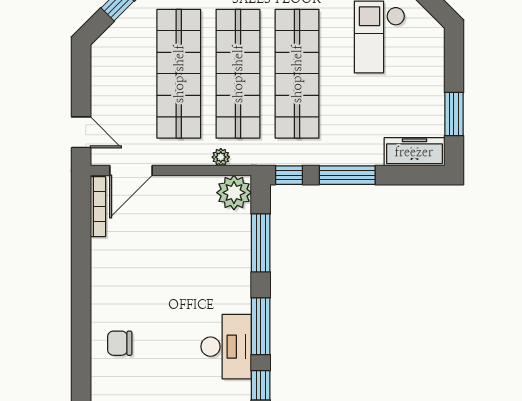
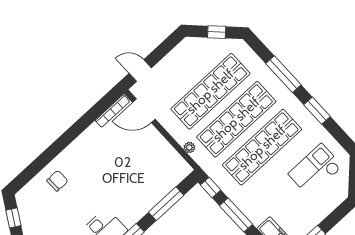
door: (81, 132) -> (140, 71), swing flipped
plant: (234, 193) -> (178, 169), removed
chair: (120, 343) -> (57, 181), turned 90

